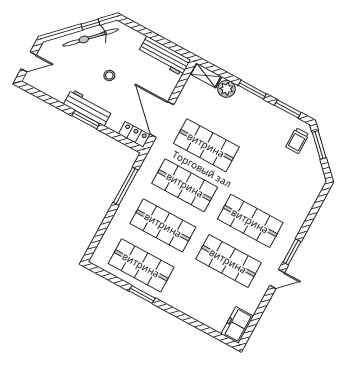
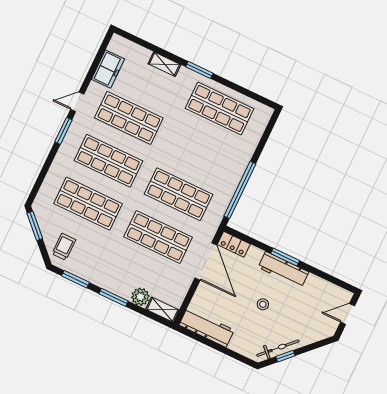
bicycle: (90, 37) -> (278, 348), width x0.73, depth x0.71
window: (319, 145) -> (35, 226), moved
window: (126, 186) -> (240, 190), width x1.46
shop shelf: (163, 225) -> (88, 204), moved
window: (142, 294) -> (199, 70), moved
shelving: (192, 311) -> (164, 64), added
freezer: (237, 325) -> (108, 69), moved

